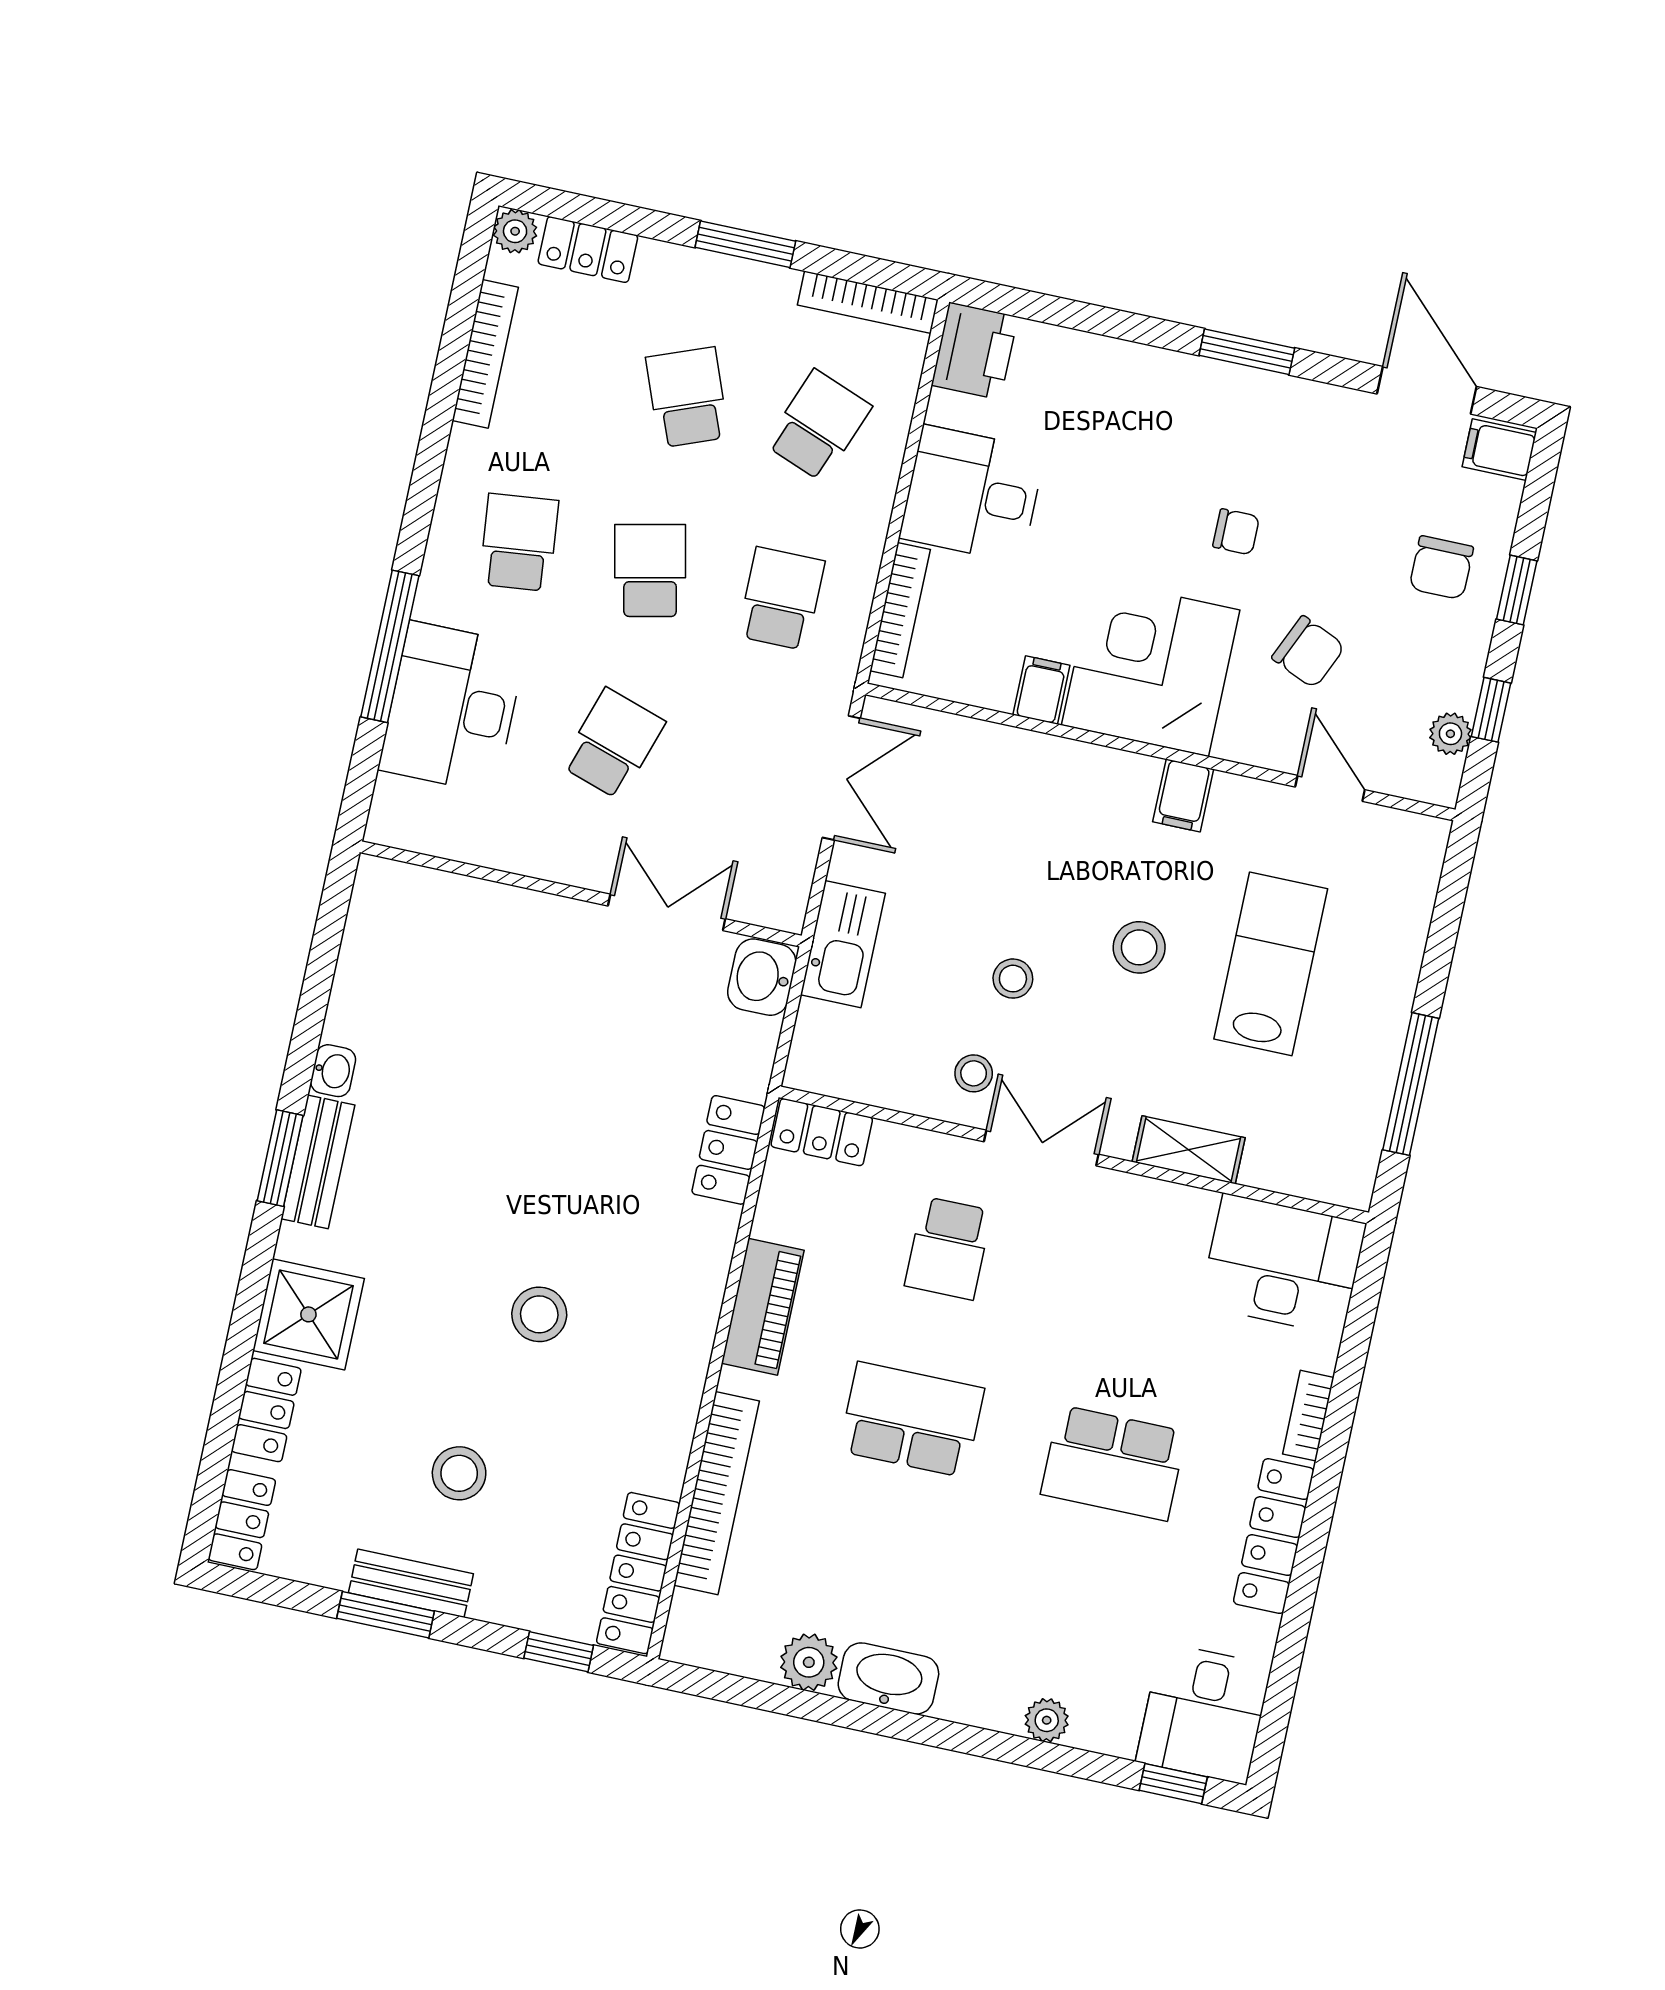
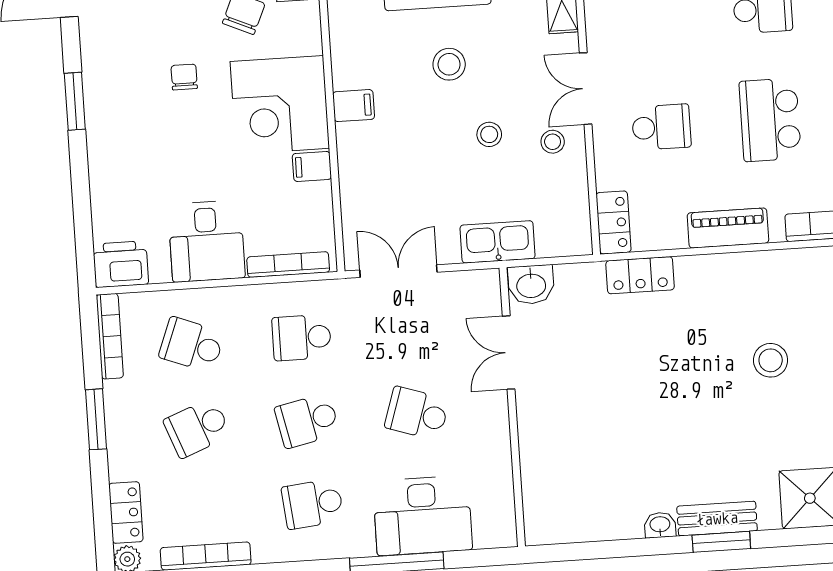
filing cabinet: (1183, 795) -> (354, 106), moved

